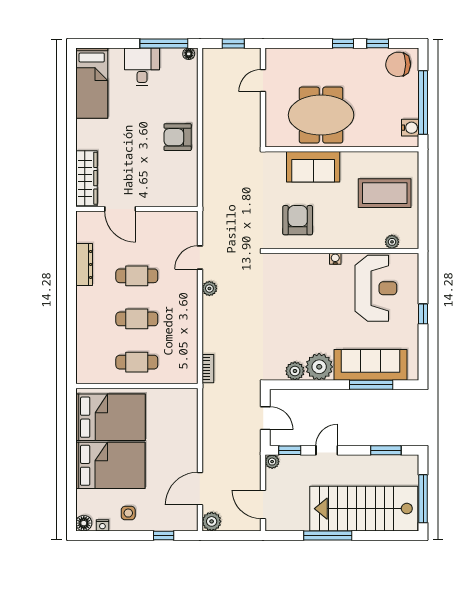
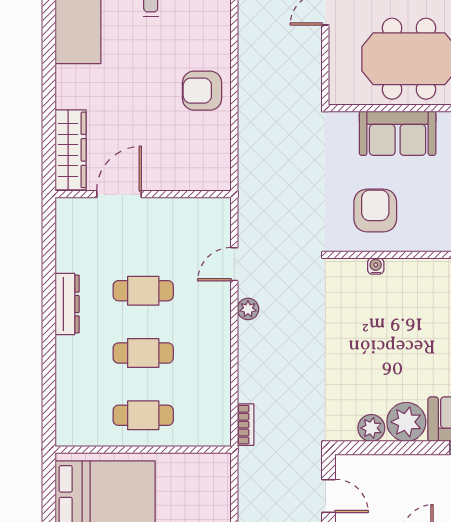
door: (120, 209) -> (119, 194), swing flipped
water cooler: (335, 259) -> (376, 266), moved
dresser: (84, 264) -> (67, 304), moved

